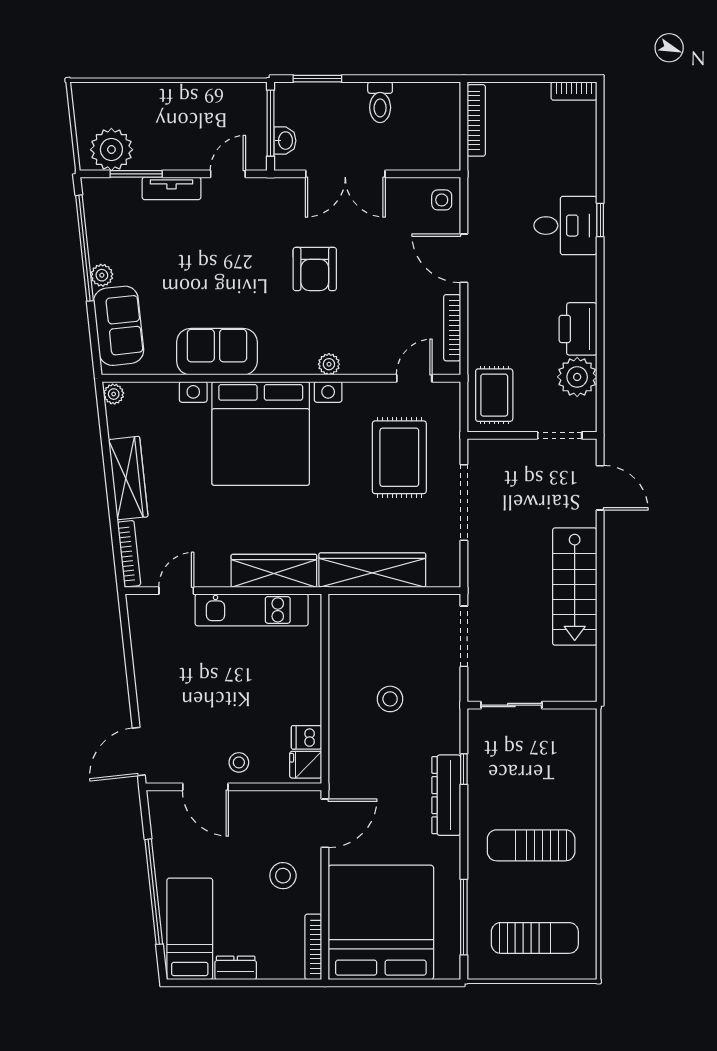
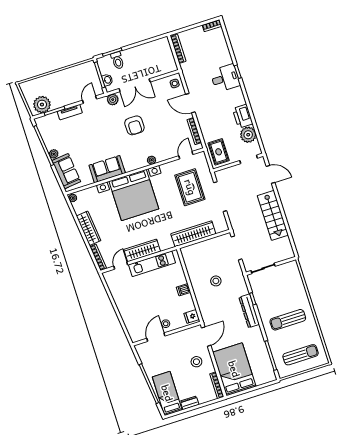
toilet: (380, 102) -> (118, 60), moved
plant: (283, 191) -> (113, 100), added
wardrobe: (274, 571) -> (142, 250), moved
dishwasher: (307, 737) -> (183, 290), moved
door: (139, 751) -> (126, 332), removed
door: (205, 787) -> (156, 337), swing flipped
bed: (381, 922) -> (234, 369), width x0.73

